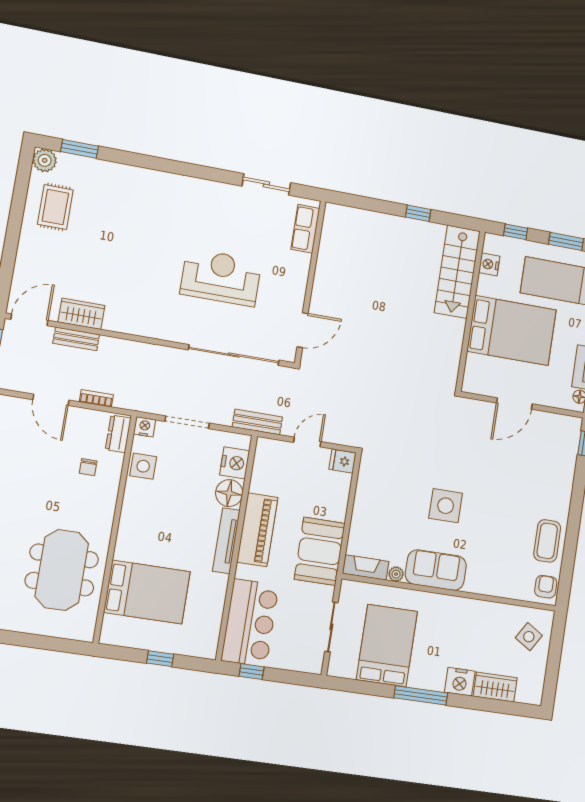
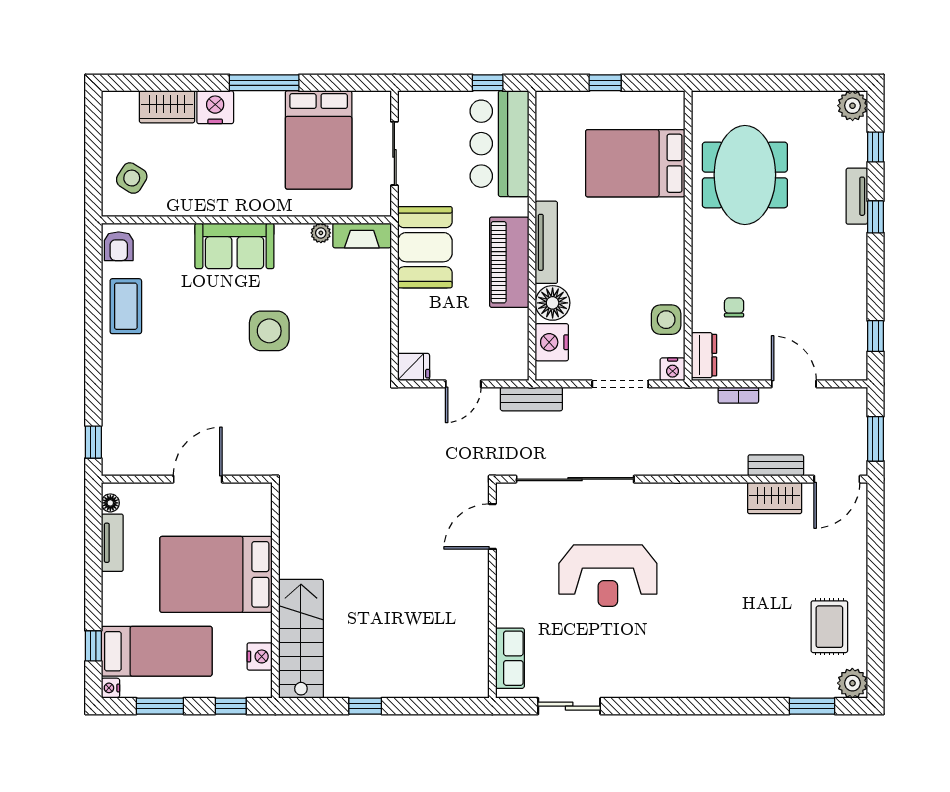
sofa: (436, 570) -> (234, 246), moved

